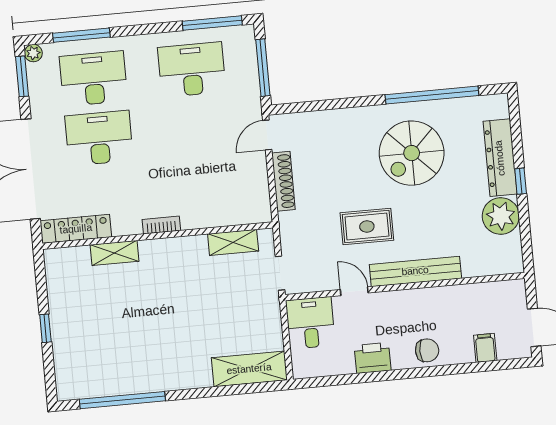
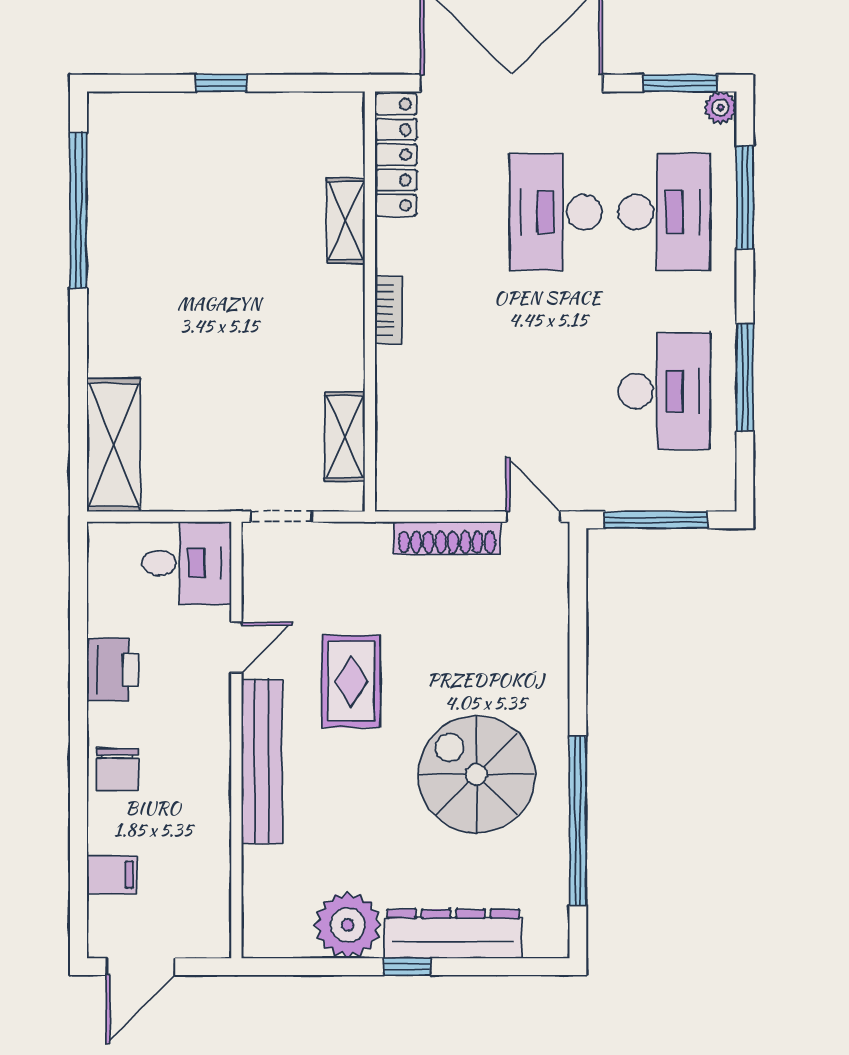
window: (212, 23) -> (745, 377), moved
desk: (99, 138) -> (556, 212), turned 180

